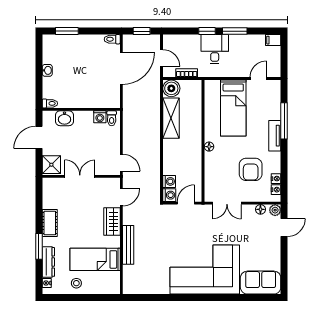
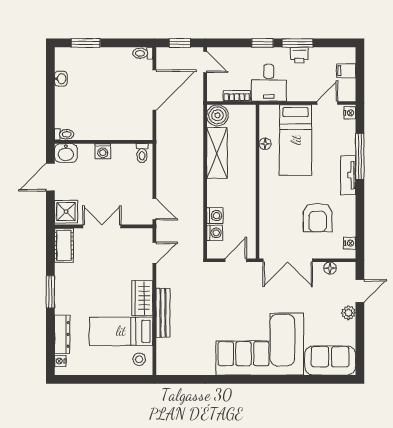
filing cabinet: (273, 40) -> (346, 71), moved
printer: (236, 41) -> (299, 55), added
desk: (215, 49) -> (269, 83), moved, turned 180
door: (162, 58) -> (205, 62), moved
washbasin: (47, 70) -> (61, 79), moved
washing machine: (100, 117) -> (103, 151), moved
washbasin: (64, 118) -> (66, 153), moved
floor lamp: (209, 147) -> (265, 144), moved
nightstand: (276, 179) -> (350, 113), moved
washing machine: (169, 195) -> (215, 216), moved
double door: (227, 203) -> (288, 260), width x1.37
plant: (275, 210) -> (348, 313), moved
wardrobe: (112, 222) -> (142, 298), moved
cot: (50, 223) -> (64, 245), moved
window: (39, 246) -> (50, 292), moved
stool: (76, 283) -> (139, 359), moved

